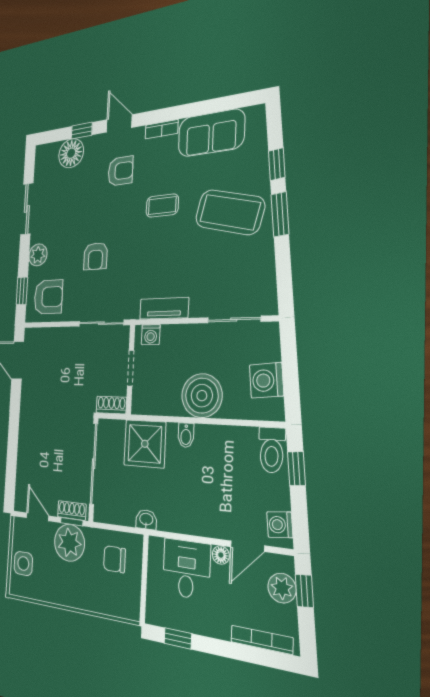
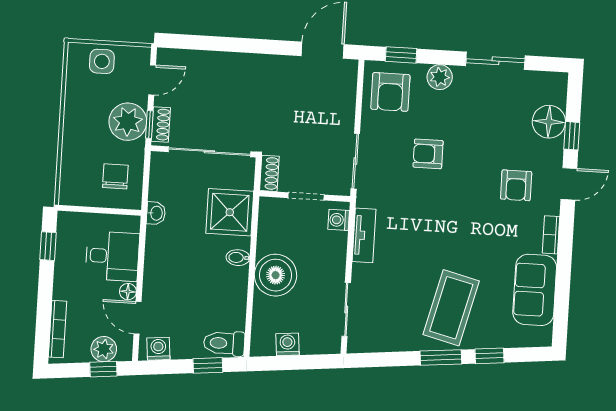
coffee table: (162, 206) -> (470, 235), removed
washing machine: (267, 380) -> (287, 344), width x0.73, depth x0.73

